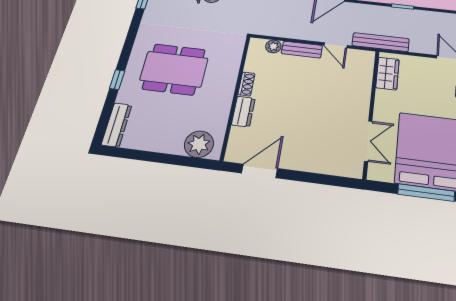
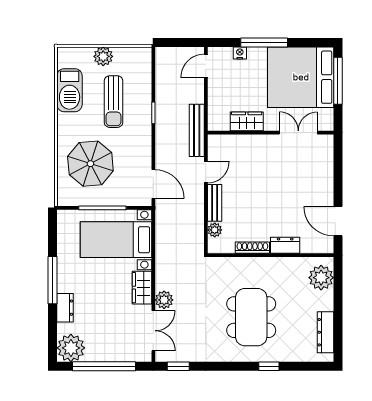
wardrobe: (387, 73) -> (247, 121), moved
shoe rack: (246, 84) -> (252, 248), width x1.43
dresser: (117, 125) -> (326, 332), moved, turned -90

